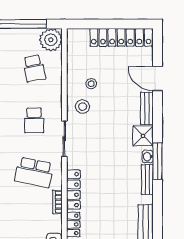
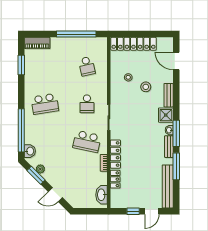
locker: (121, 37) -> (133, 44), moved
plant: (51, 40) -> (99, 45), removed
door: (157, 79) -> (176, 61), moved
stool: (83, 107) -> (146, 87), moved
window: (157, 207) -> (176, 166), added

